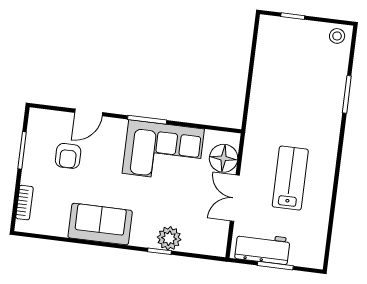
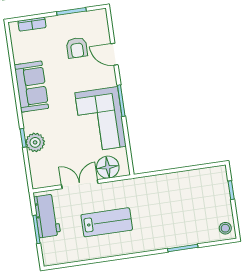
armchair: (68, 156) -> (77, 48), turned -90

